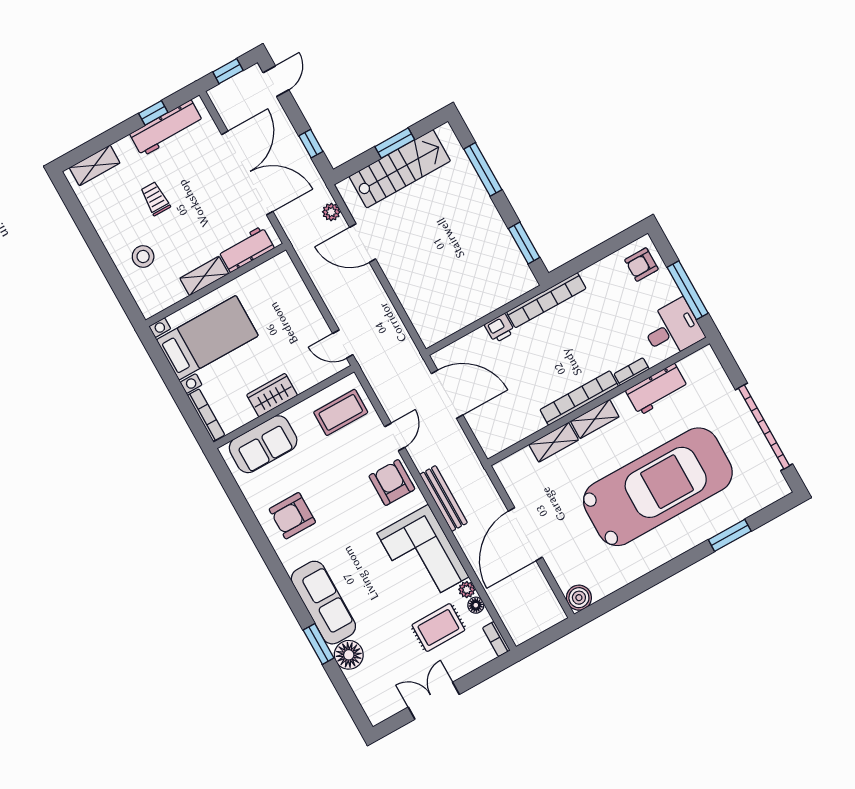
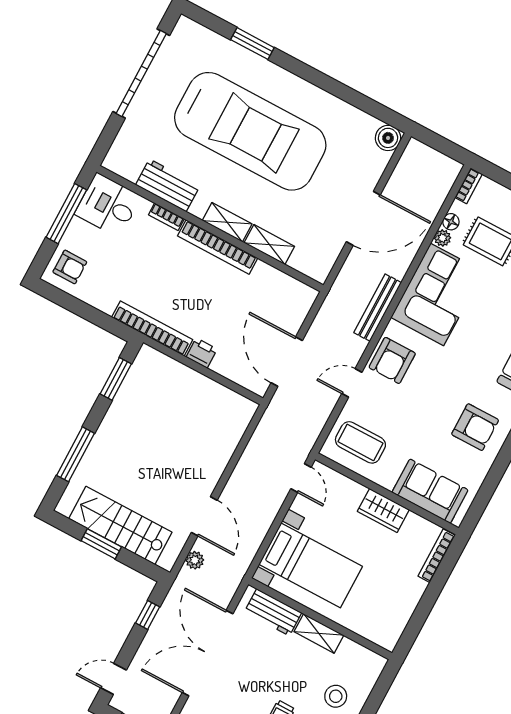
bed with nightstands: (207, 338) -> (311, 565), moved, turned 180
car: (658, 487) -> (250, 131), turned 180

